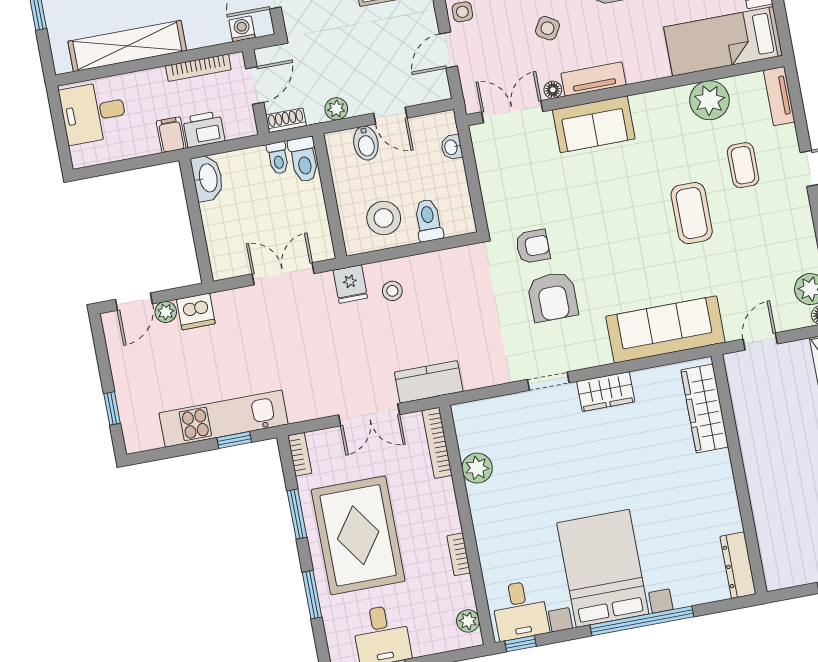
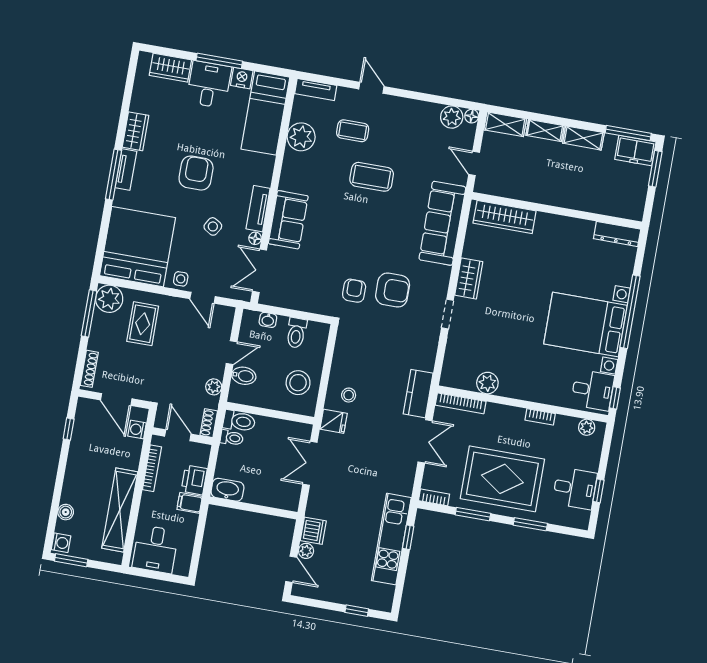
toilet: (428, 220) -> (296, 333), moved, turned -90

